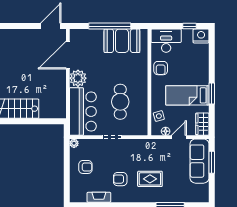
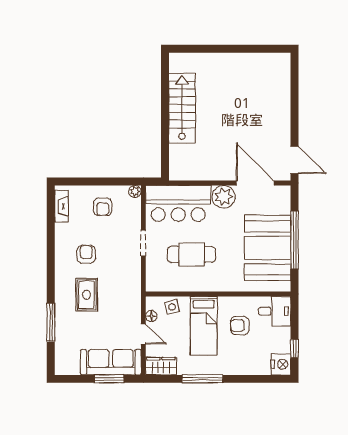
booth: (122, 41) -> (268, 248), width x1.36, depth x1.42
desk: (166, 41) -> (275, 311), width x0.73
armchair: (161, 68) -> (240, 326), moved
window: (212, 94) -> (203, 379), width x1.44
bed: (187, 95) -> (204, 326), moved, turned 180
fireplace: (99, 197) -> (61, 206), moved

